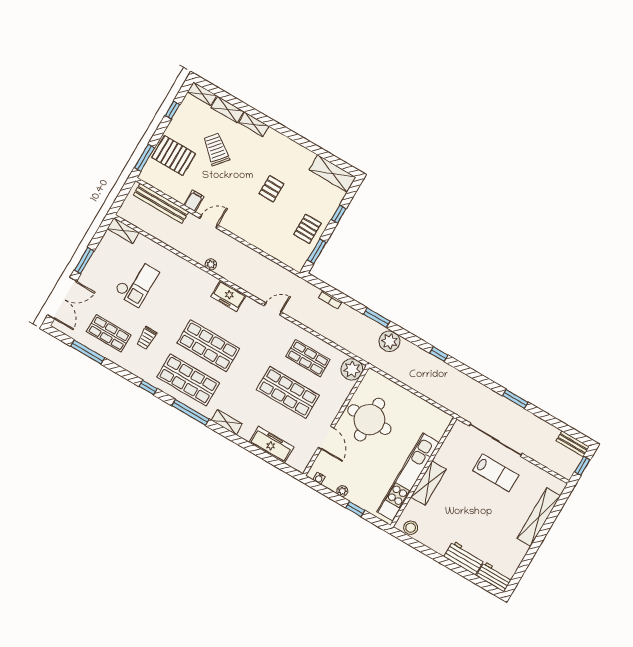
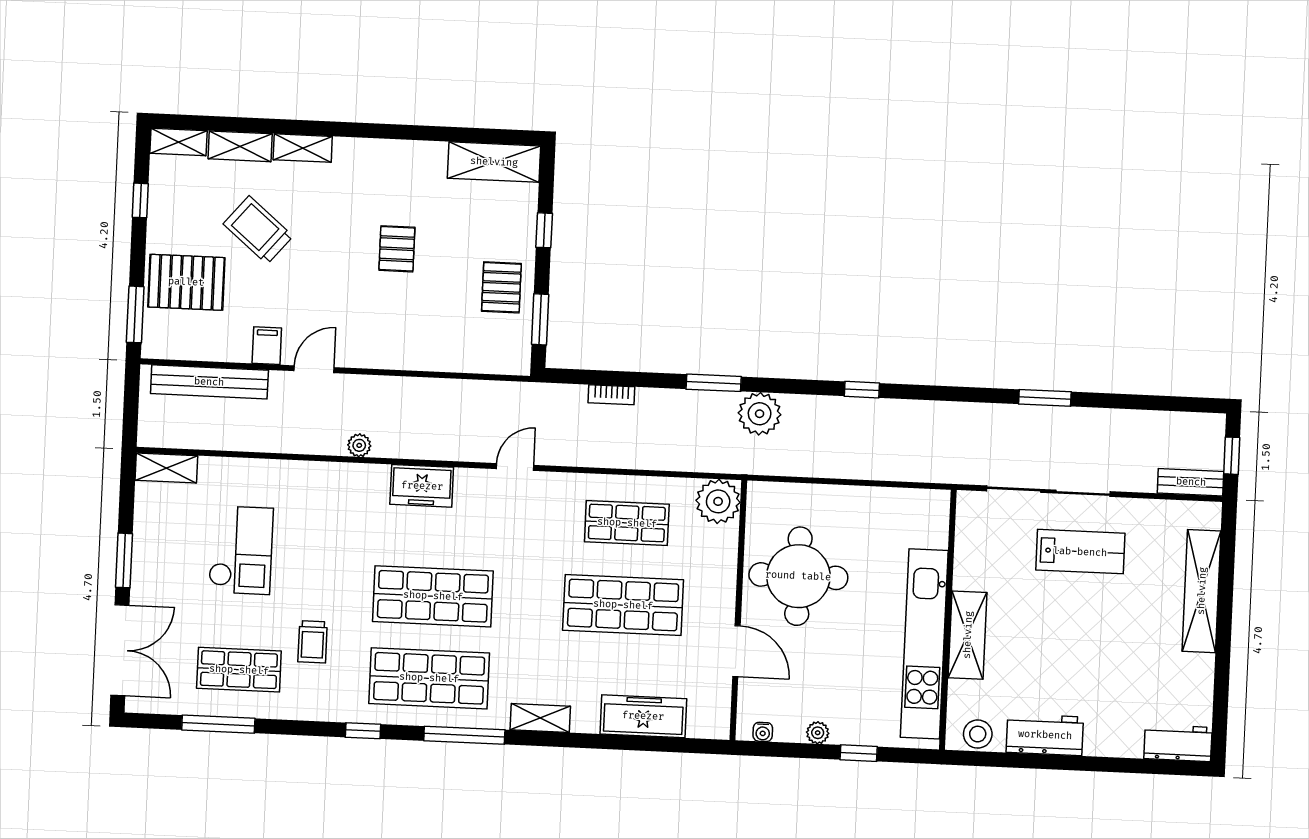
bench: (573, 444) -> (1191, 482), moved
workbench: (464, 558) -> (1045, 735), moved

